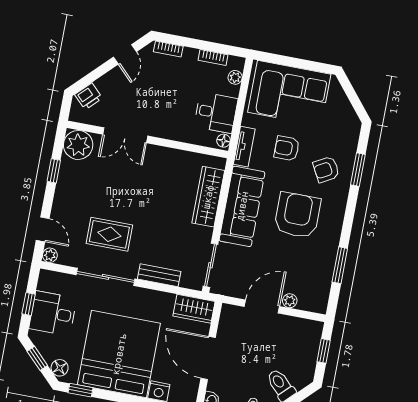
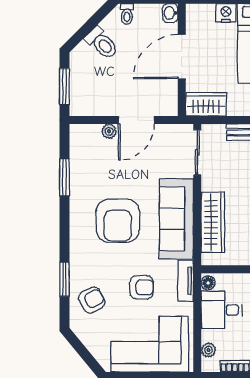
armchair: (326, 169) -> (92, 300), moved
window: (324, 351) -> (64, 86), width x1.50
door: (208, 358) -> (182, 57), swing flipped

